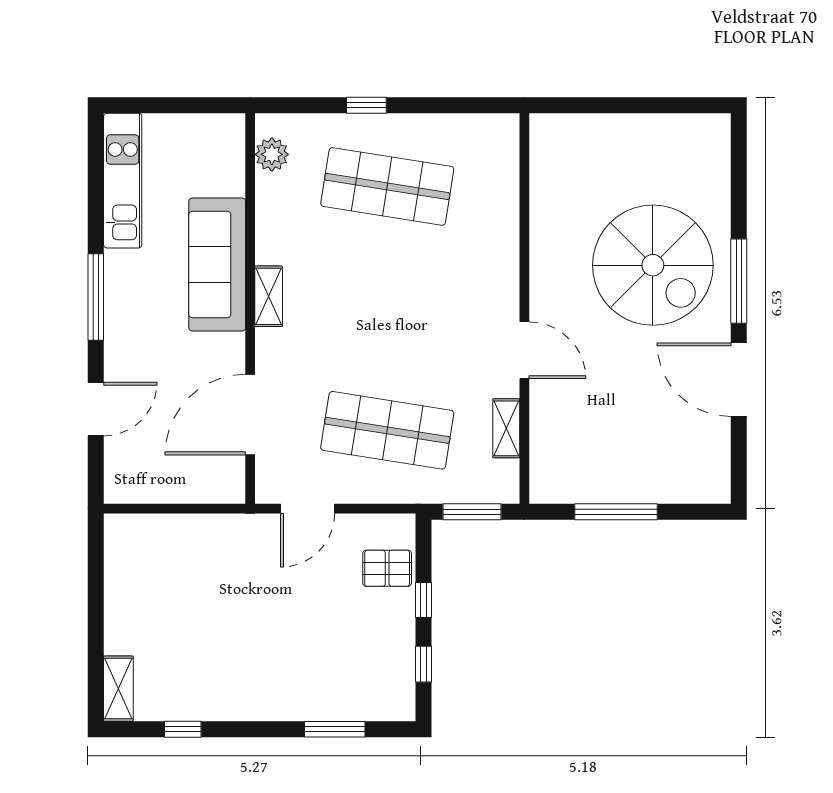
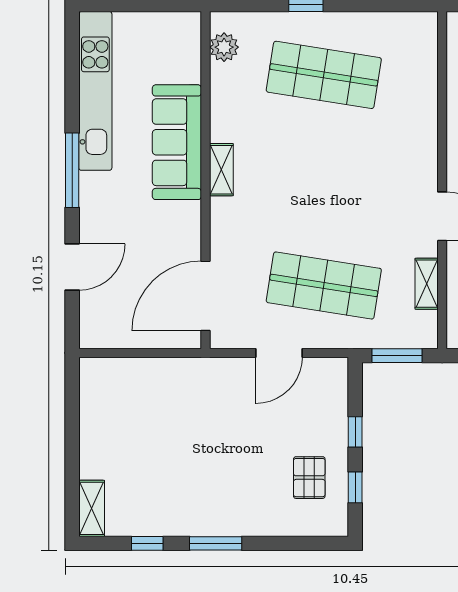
kitchen unit: (123, 181) -> (95, 91), width x1.36
door: (250, 415) -> (205, 296), moved
door: (308, 509) -> (279, 353), moved
pallet: (387, 568) -> (309, 478), moved, turned 90
window: (335, 729) -> (216, 543), moved

